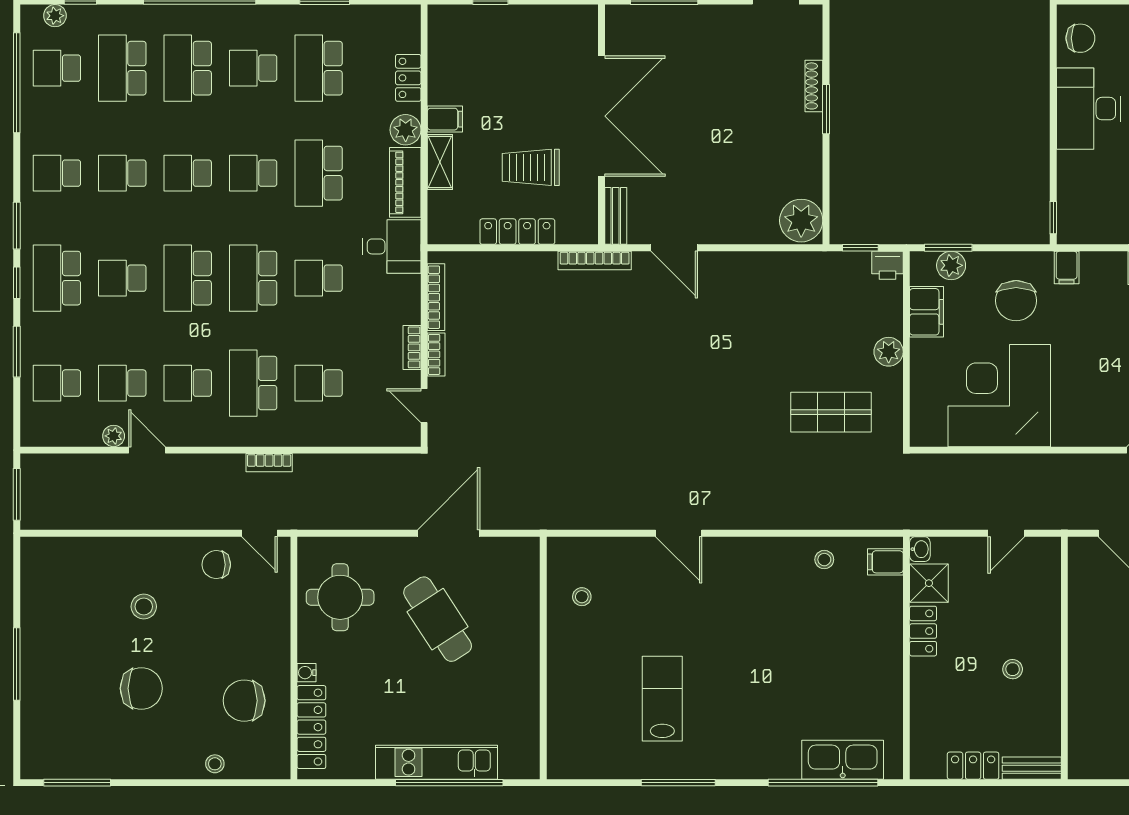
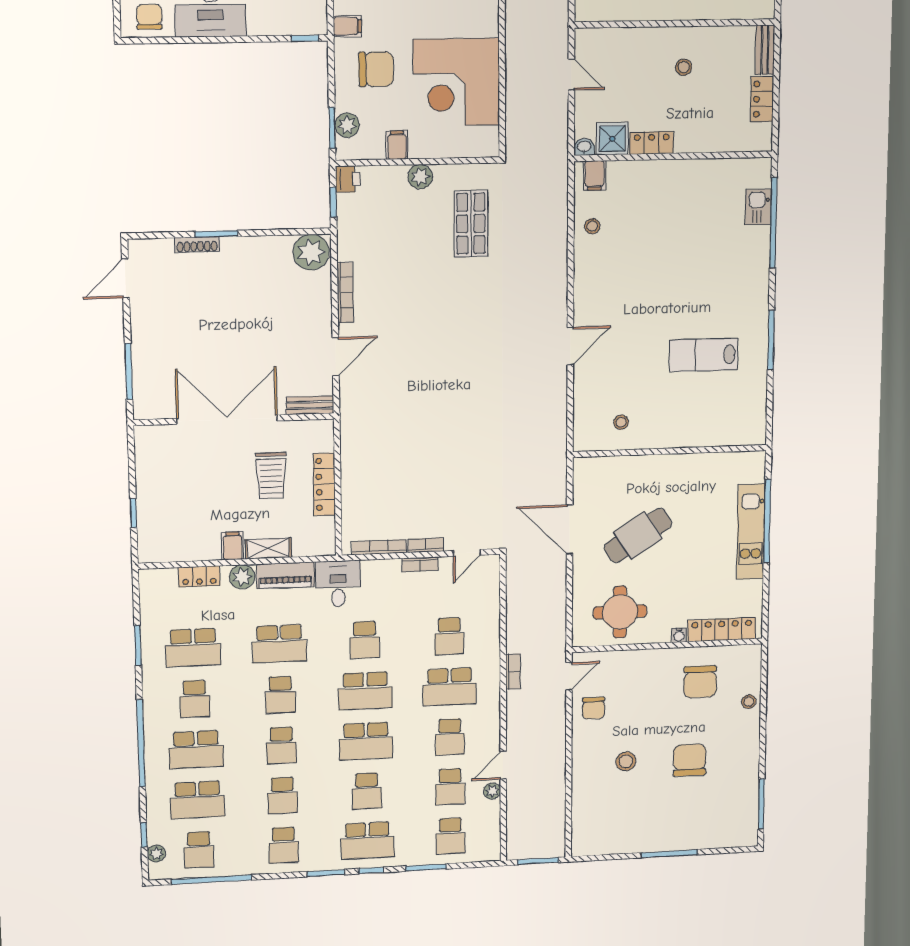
bookcase: (595, 260) -> (345, 292), moved
filing cabinet: (927, 312) -> (397, 145), width x0.50
kitchen sink: (843, 760) -> (758, 207), width x0.53, depth x0.81

